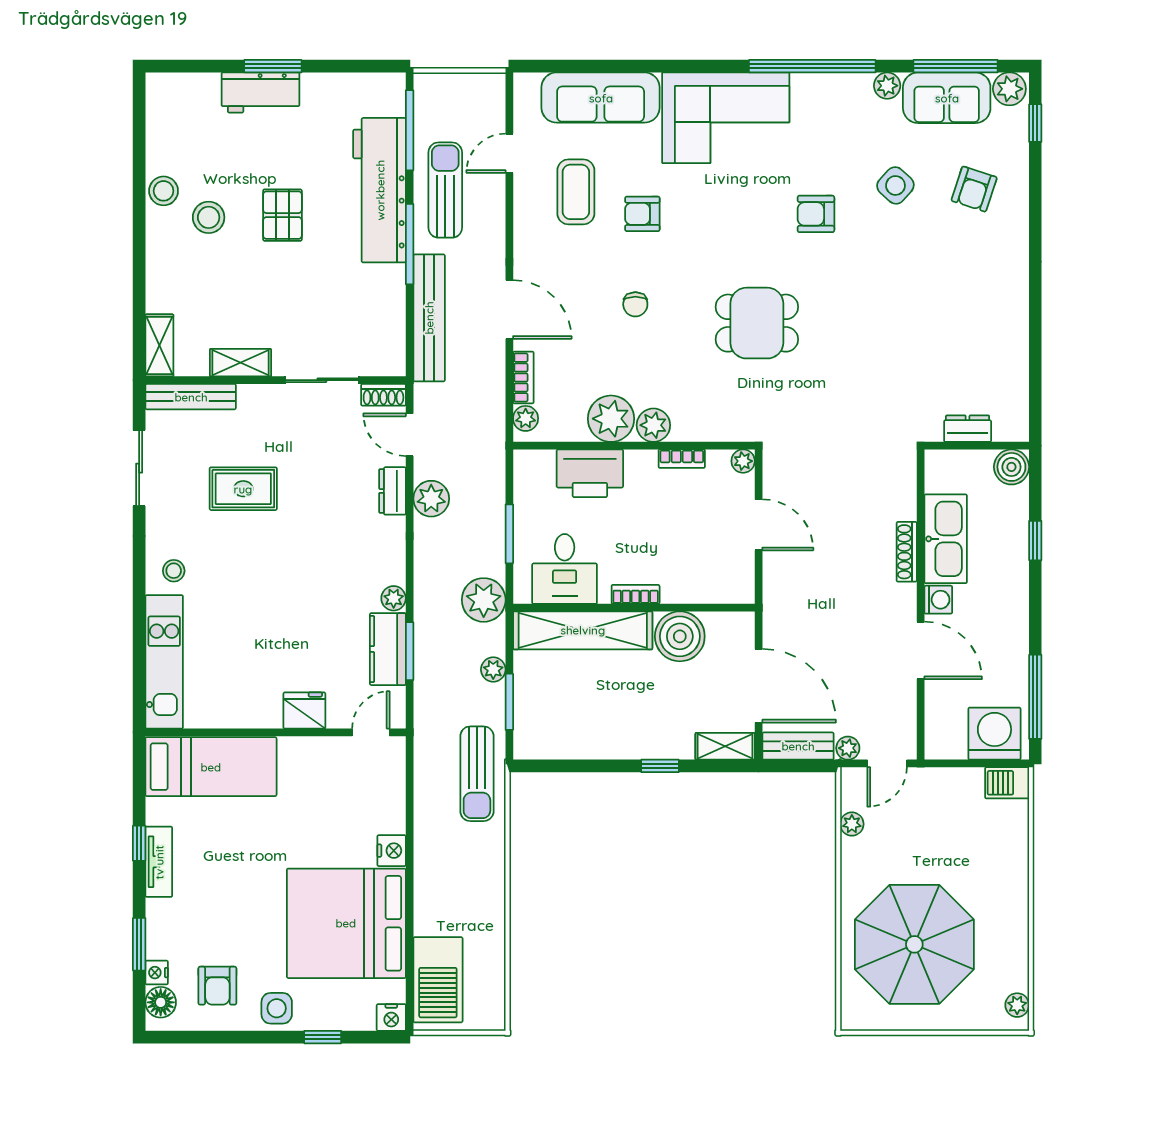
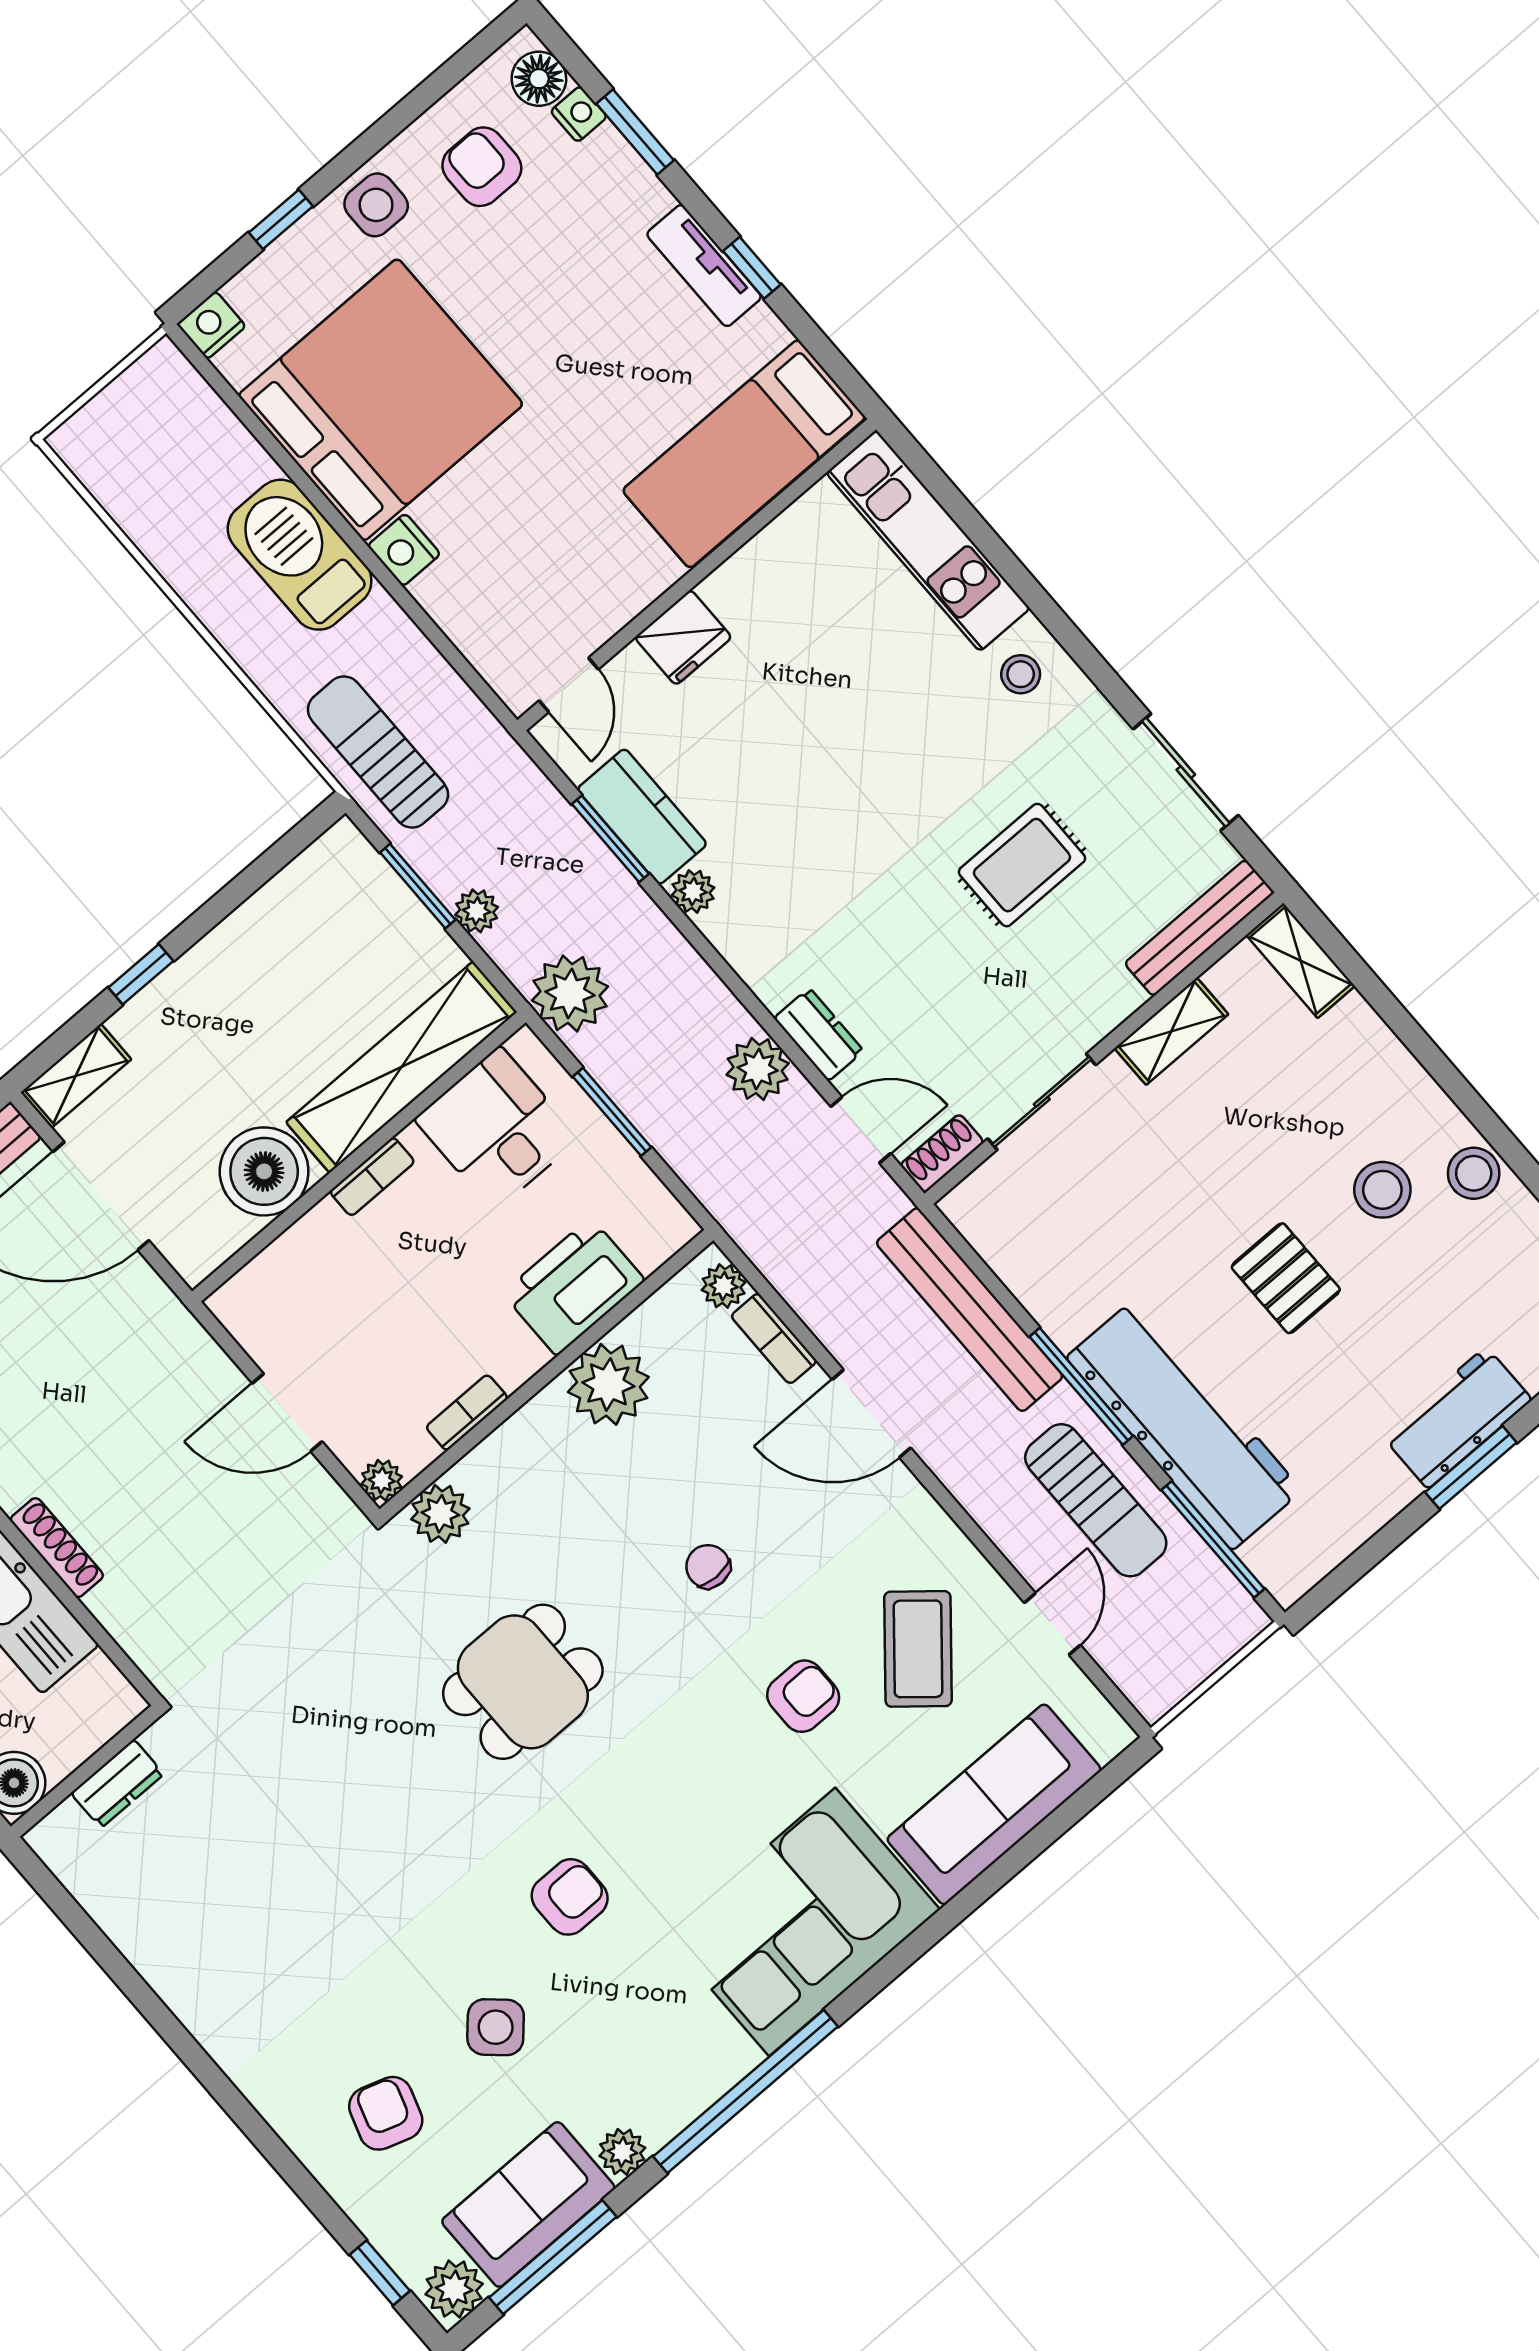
coffee table: (576, 192) -> (918, 1649), turned 40
plant: (653, 425) -> (440, 1514), moved
barbecue: (438, 980) -> (300, 555), moved

